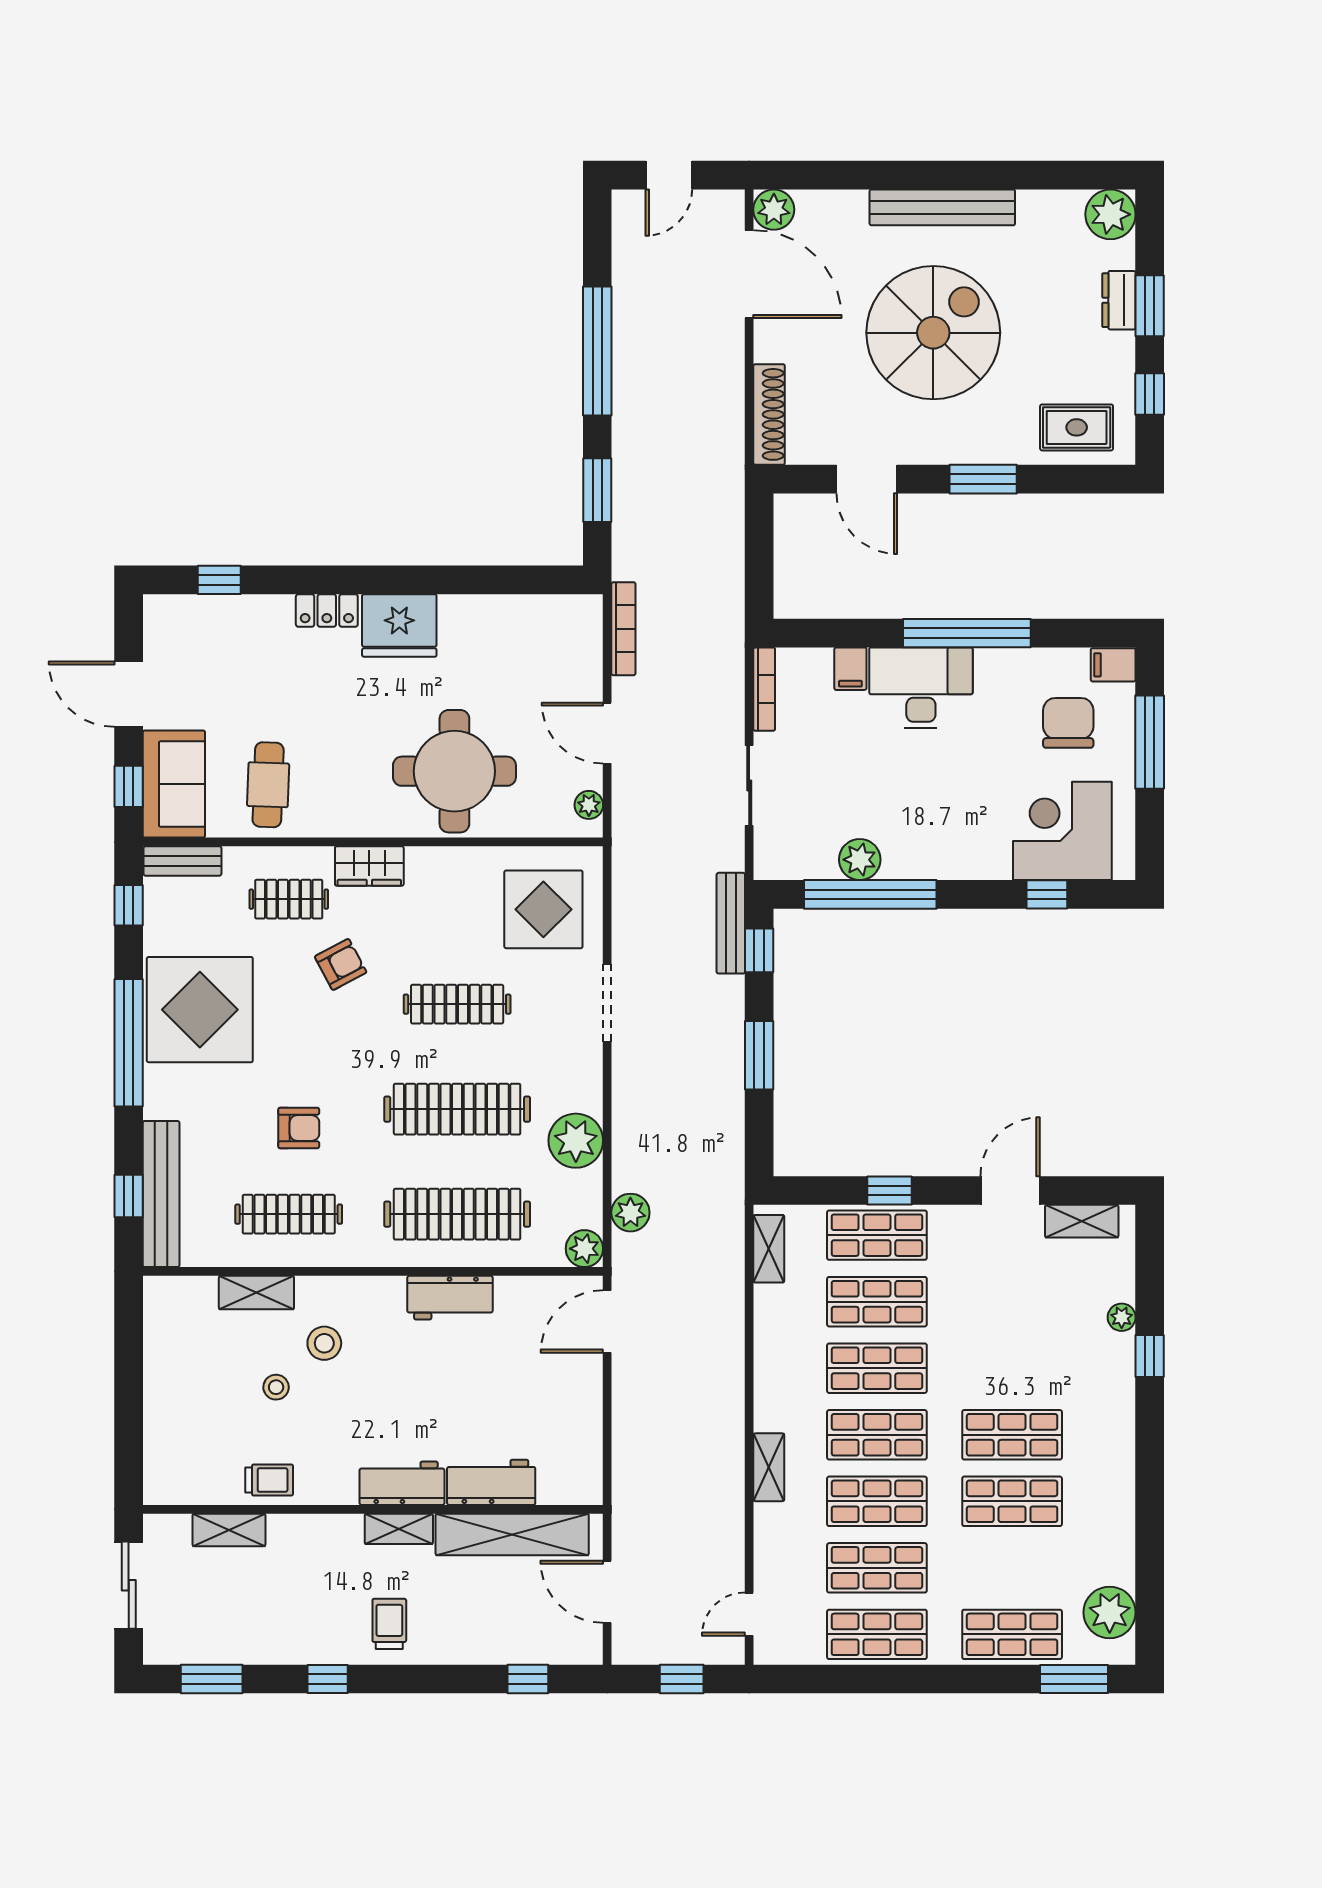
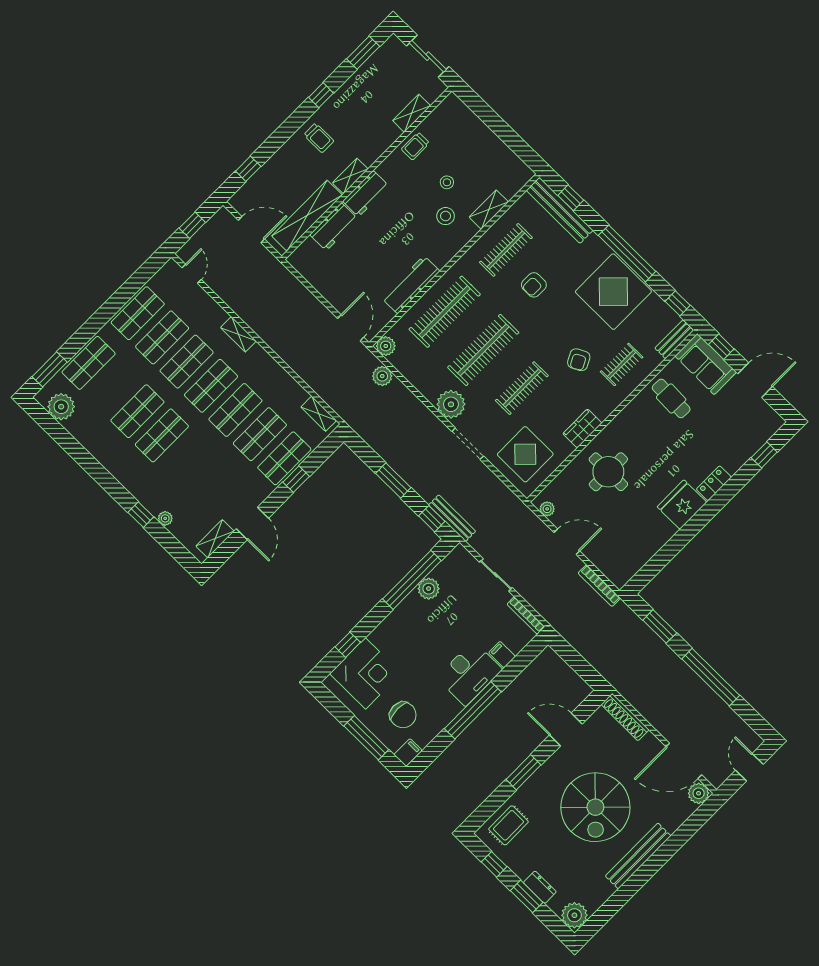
round table: (454, 771) -> (608, 472), width x0.73, depth x0.73
wardrobe: (369, 866) -> (582, 428), moved
plant: (576, 1141) -> (451, 404), moved
workbench: (450, 1298) -> (411, 285), width x1.38

